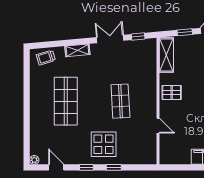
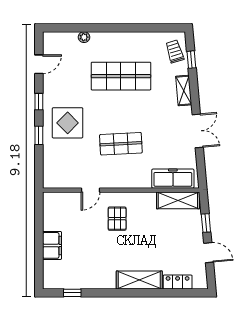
window: (138, 36) -> (191, 60), moved
freezer: (149, 59) -> (173, 179), added
pallet: (172, 93) -> (117, 219), moved
plant: (34, 160) -> (84, 37), moved

